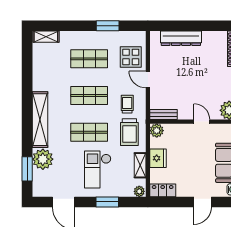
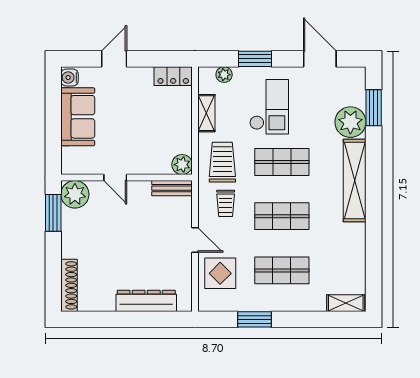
fridge: (158, 158) -> (180, 124), removed
plant: (139, 191) -> (224, 75), moved

